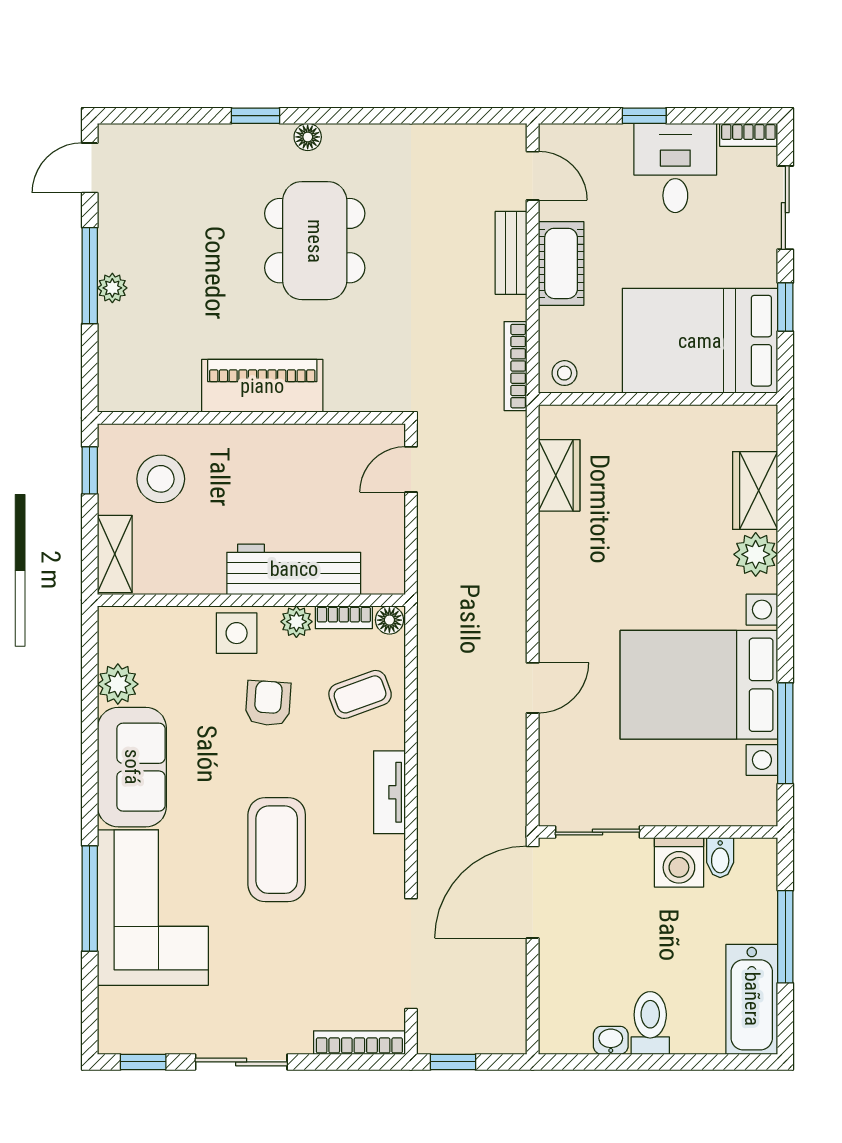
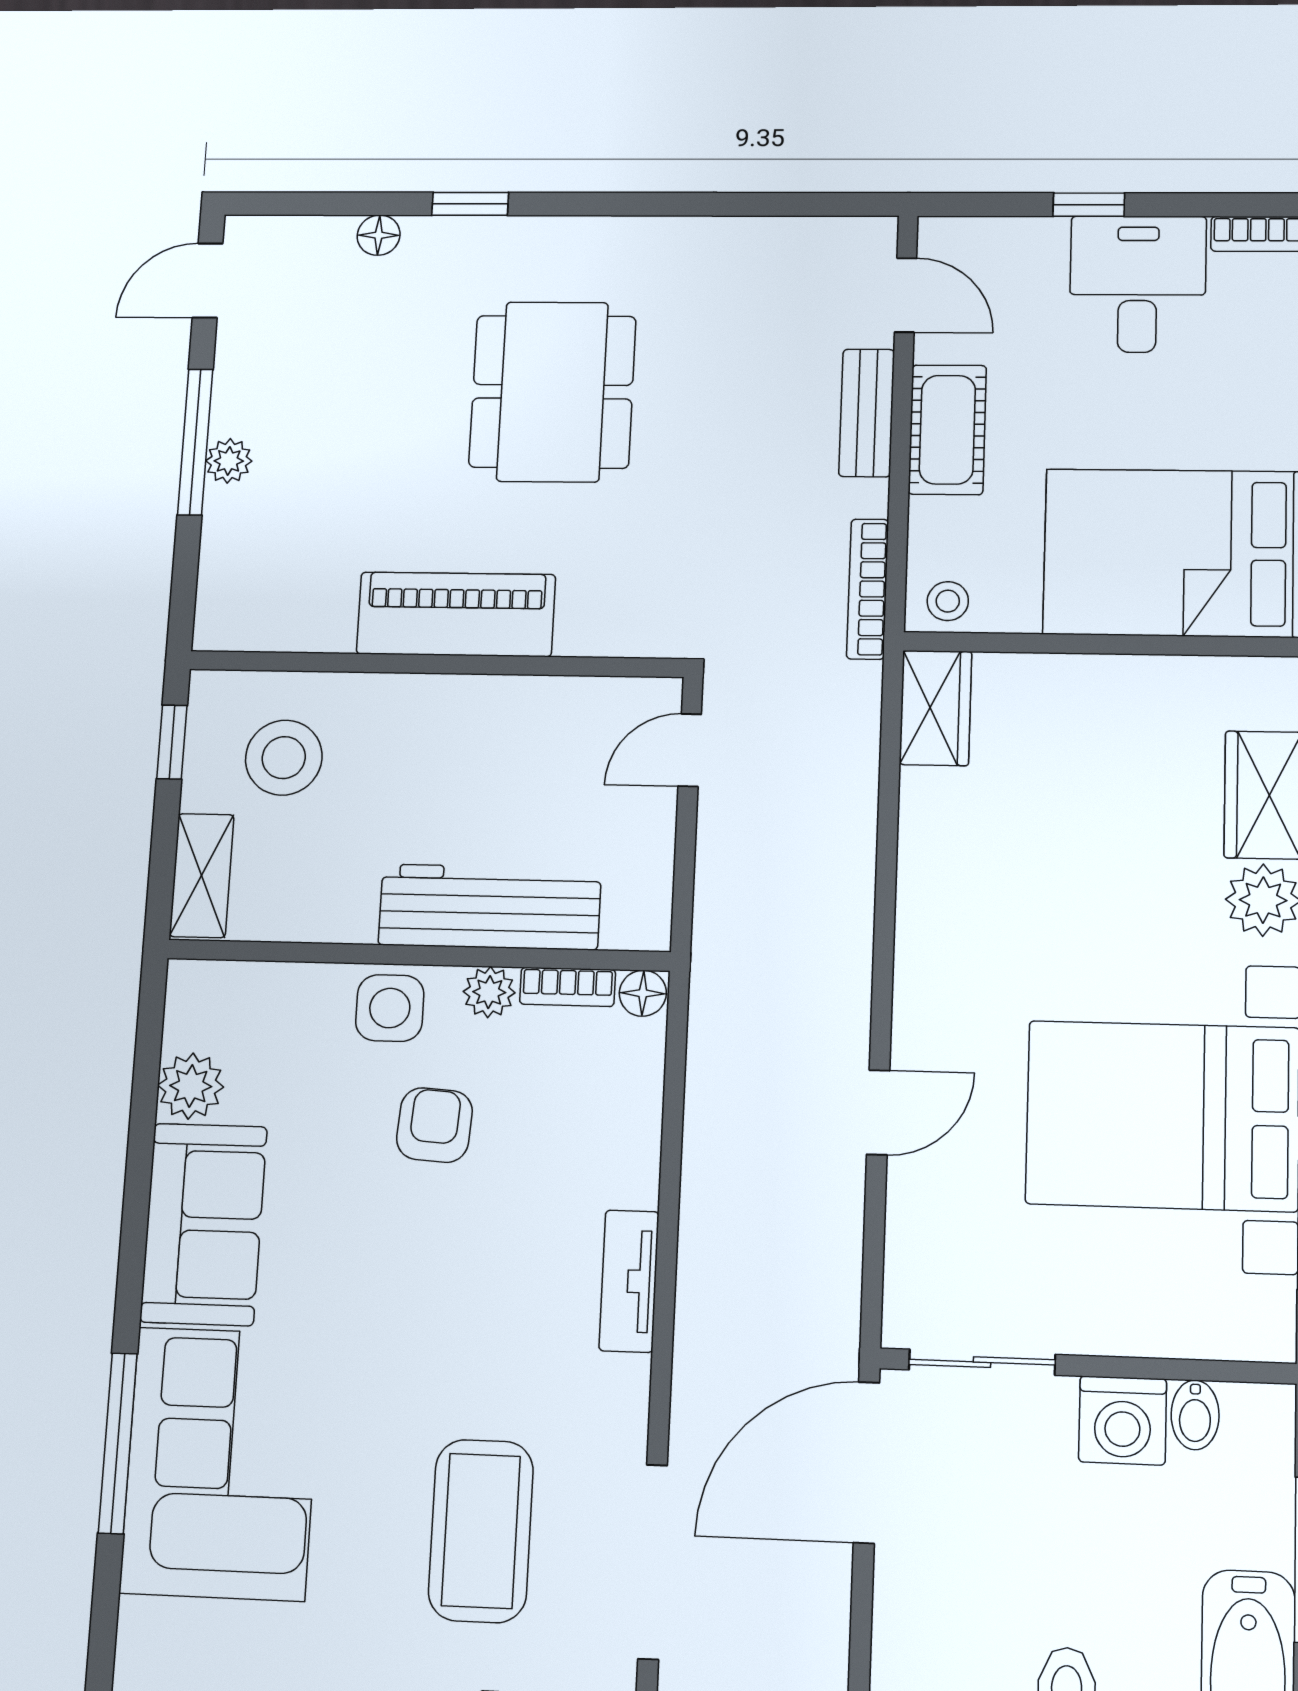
floor lamp: (308, 137) -> (379, 235), moved
wardrobe: (559, 475) -> (936, 708), moved
coffee table: (360, 694) -> (588, 1115), removed
coffee table: (277, 850) -> (481, 1531), moved

